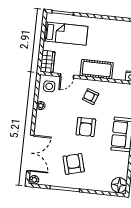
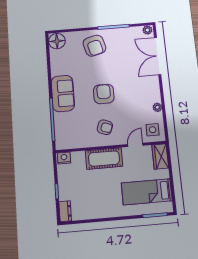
armchair: (74, 164) -> (94, 46), moved

